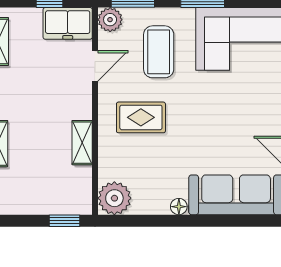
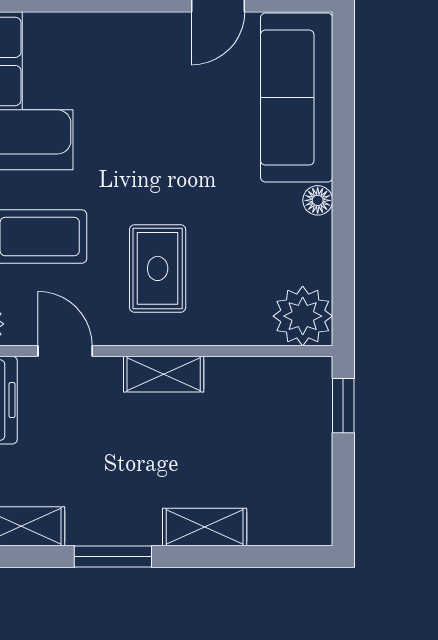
shelving: (82, 143) -> (164, 374), moved

